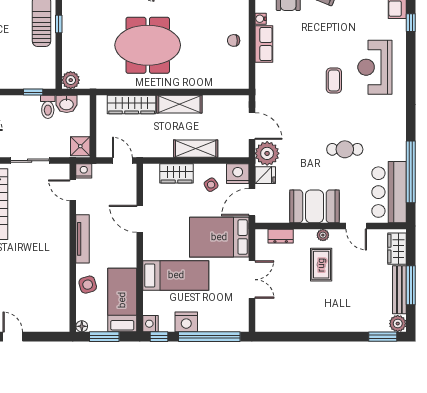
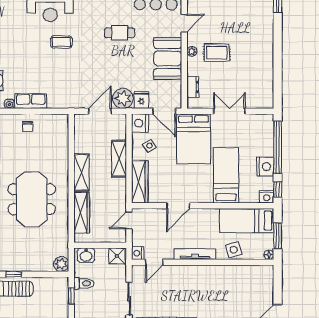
washbasin: (67, 104) -> (86, 255), moved, turned 90
cafe table: (345, 149) -> (120, 33), turned 90
wardrobe: (176, 173) -> (140, 182), width x1.50

